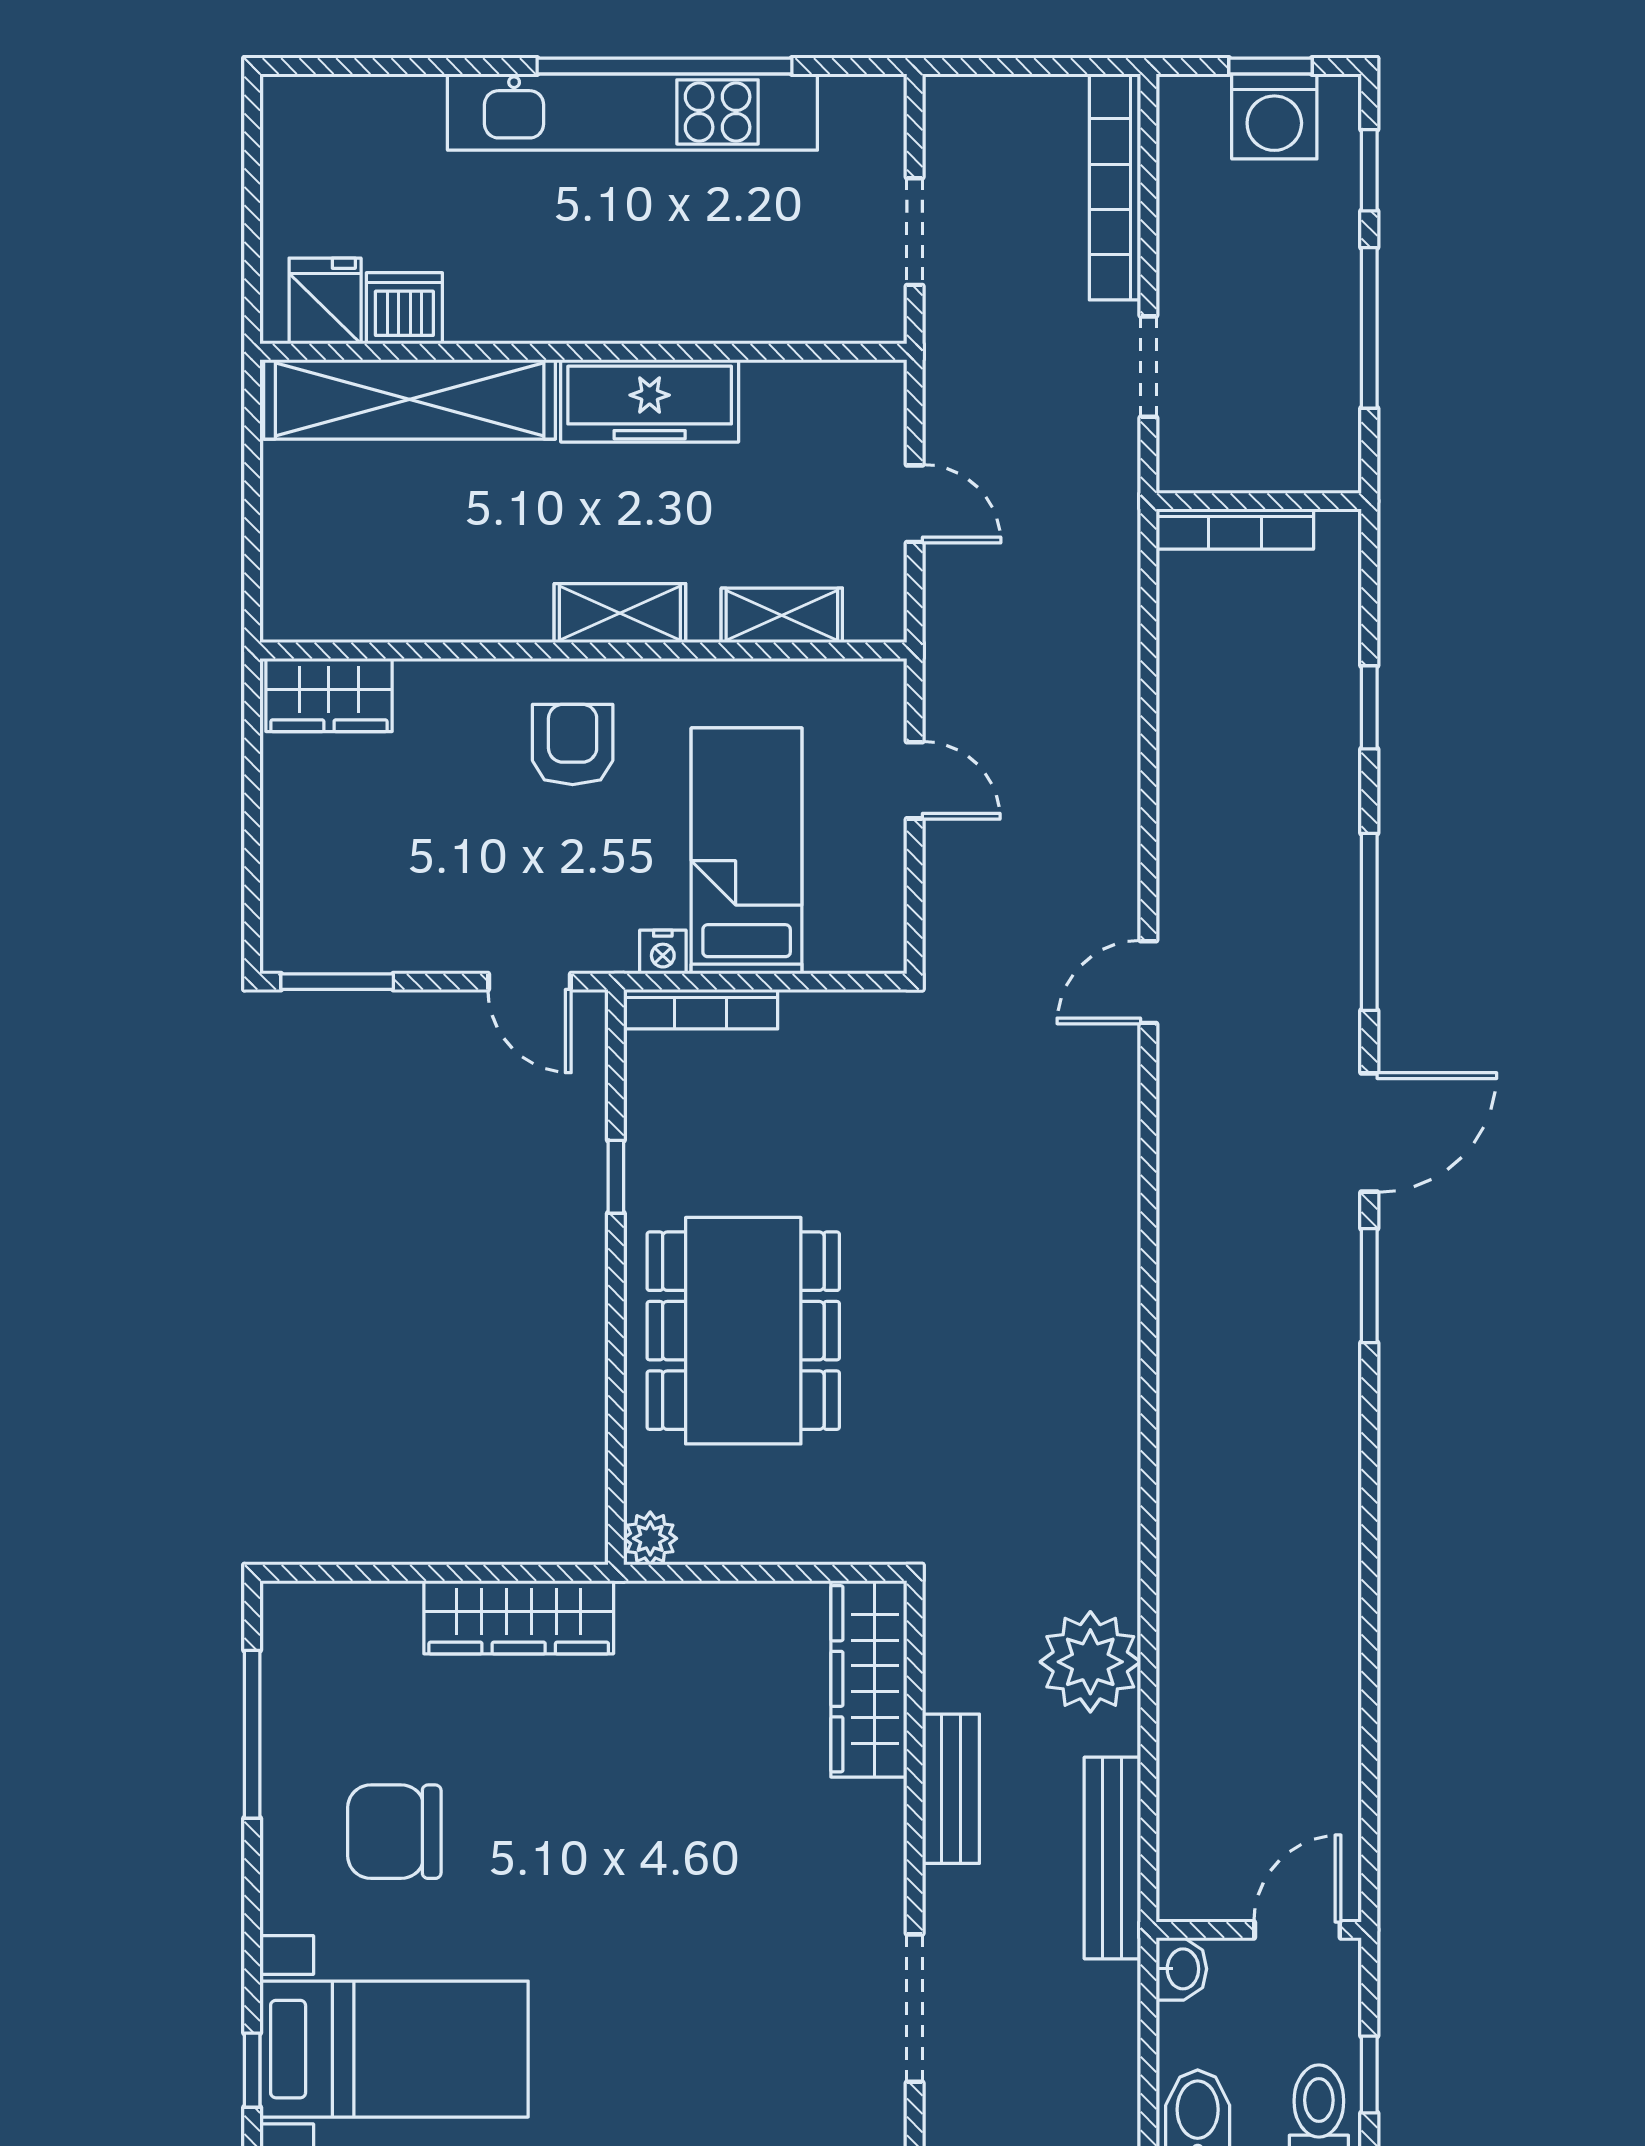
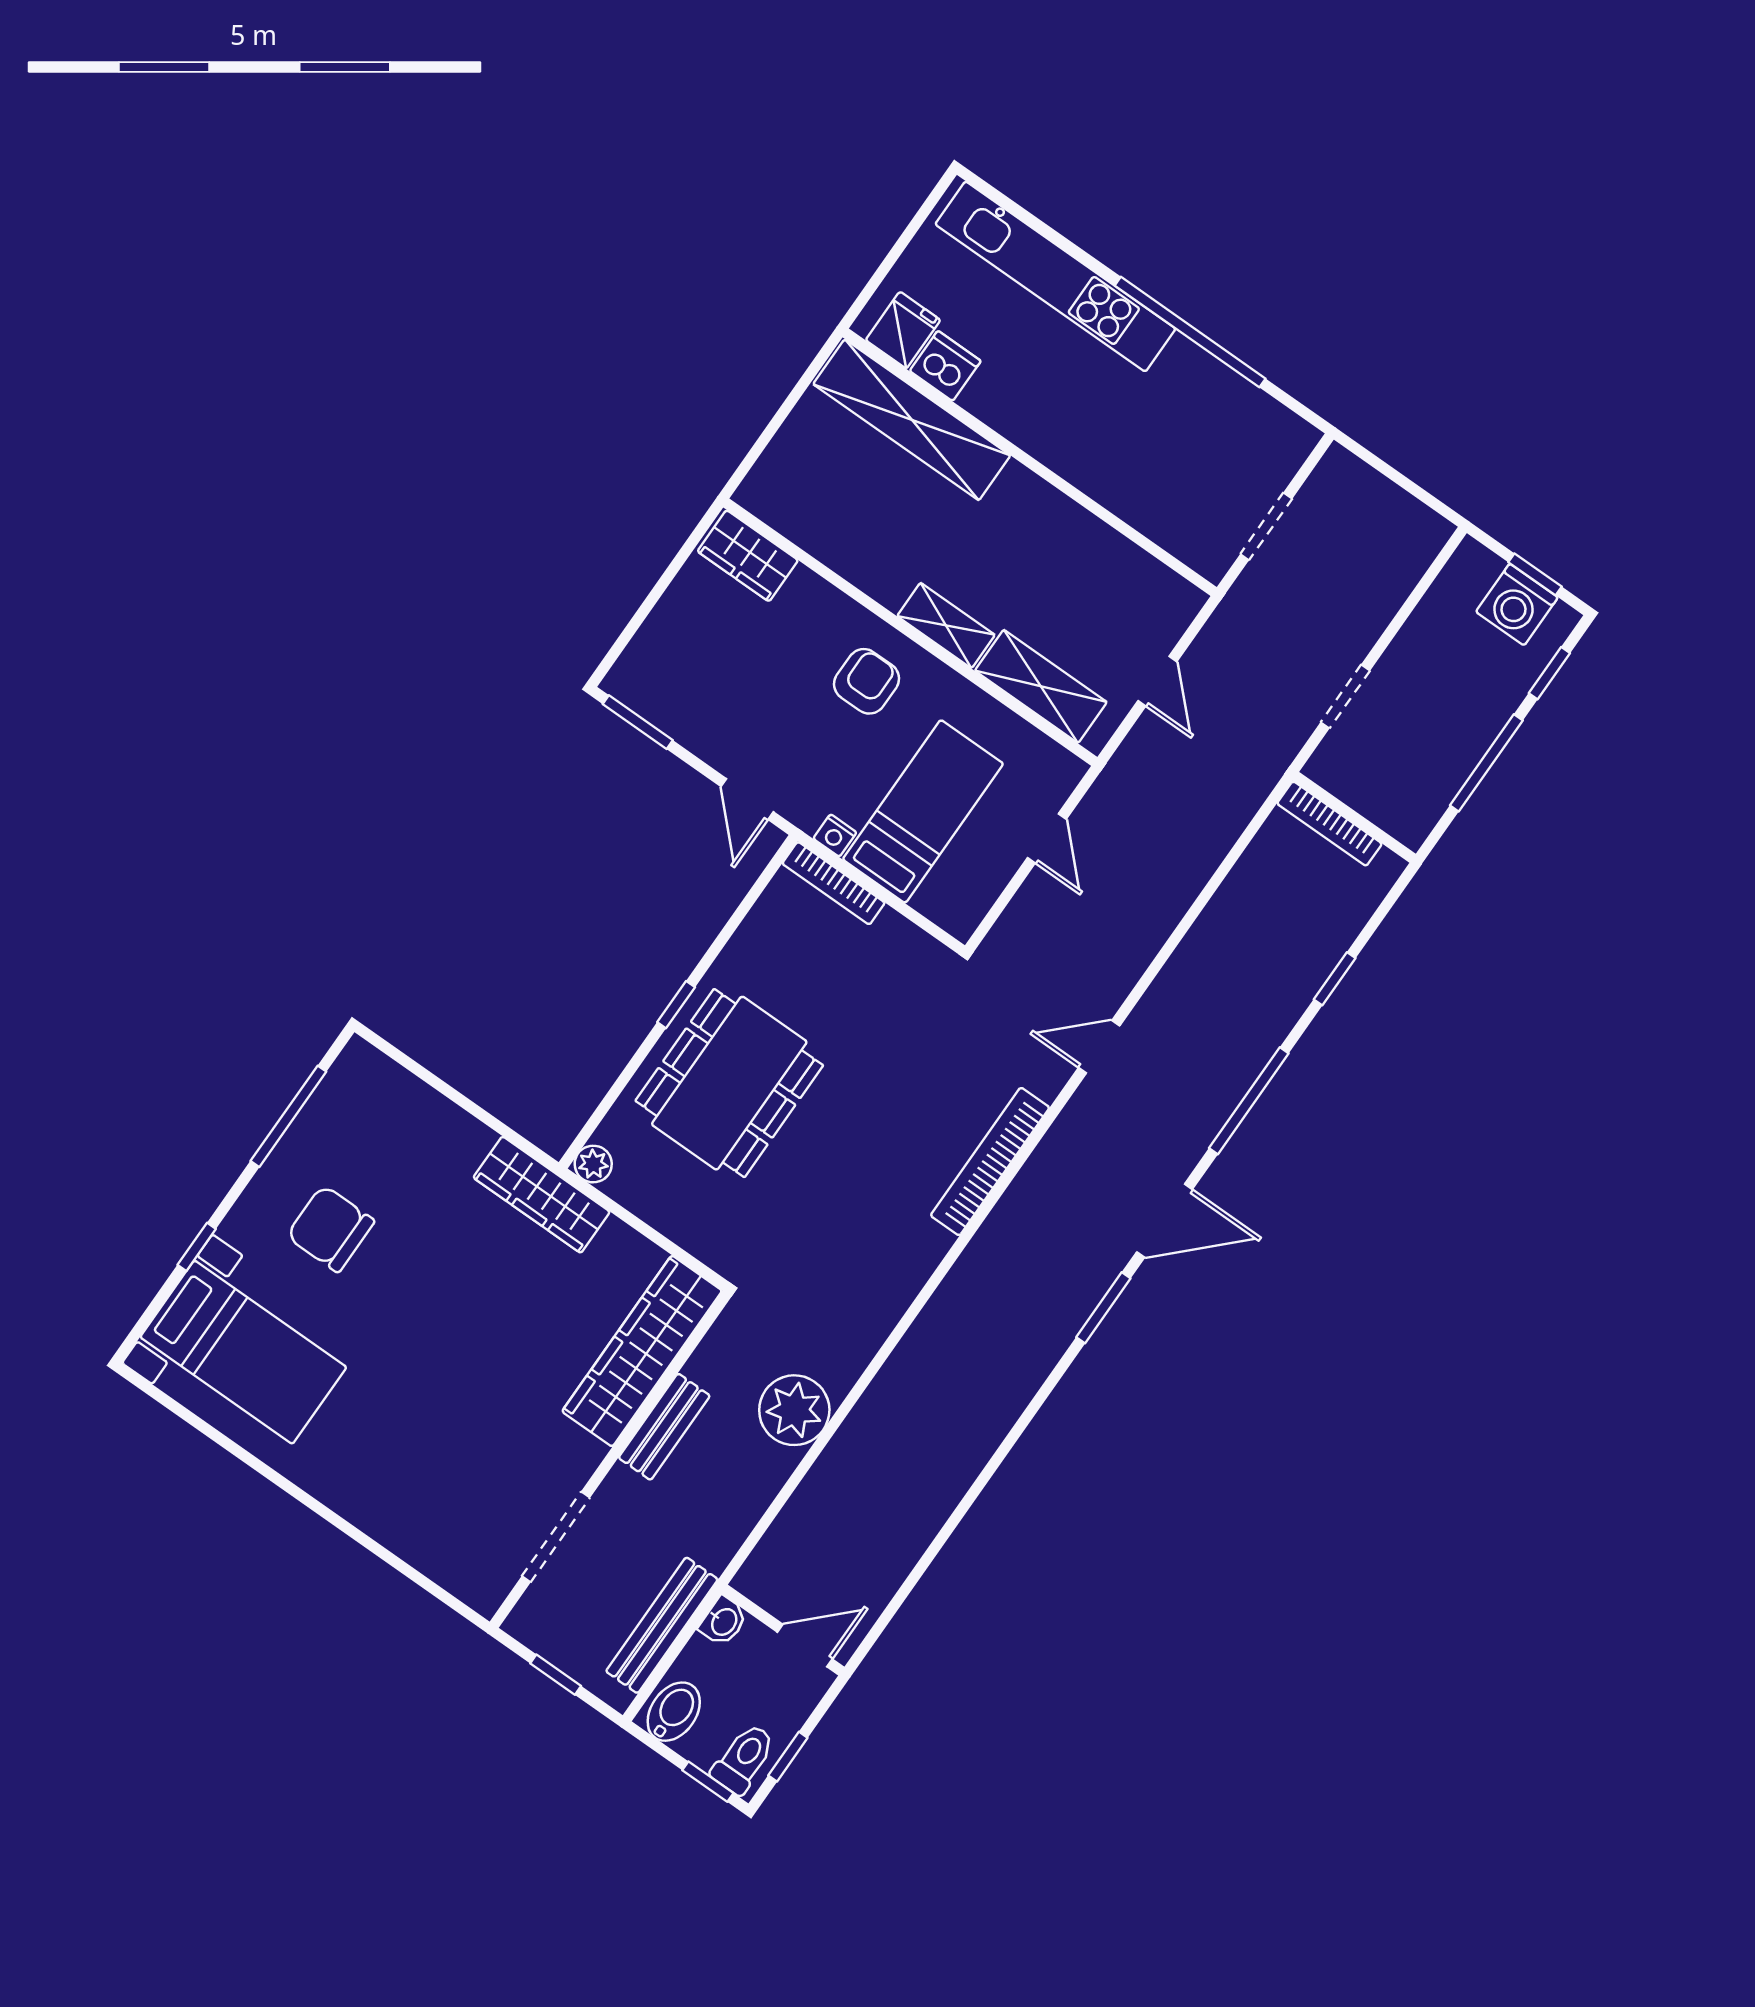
kitchen unit: (632, 112) -> (1055, 276), moved
bookcase: (1115, 187) -> (990, 1161), moved
freezer: (650, 401) -> (1048, 517), removed
shelving: (782, 615) -> (1041, 686), width x1.50, depth x1.33
window: (616, 1177) -> (676, 1005), moved
wardrobe: (519, 1617) -> (542, 1195), moved
wardrobe: (869, 1679) -> (642, 1351), width x1.40, depth x1.17
bench: (1112, 1858) -> (662, 1625), moved
window: (252, 2070) -> (197, 1247), moved

